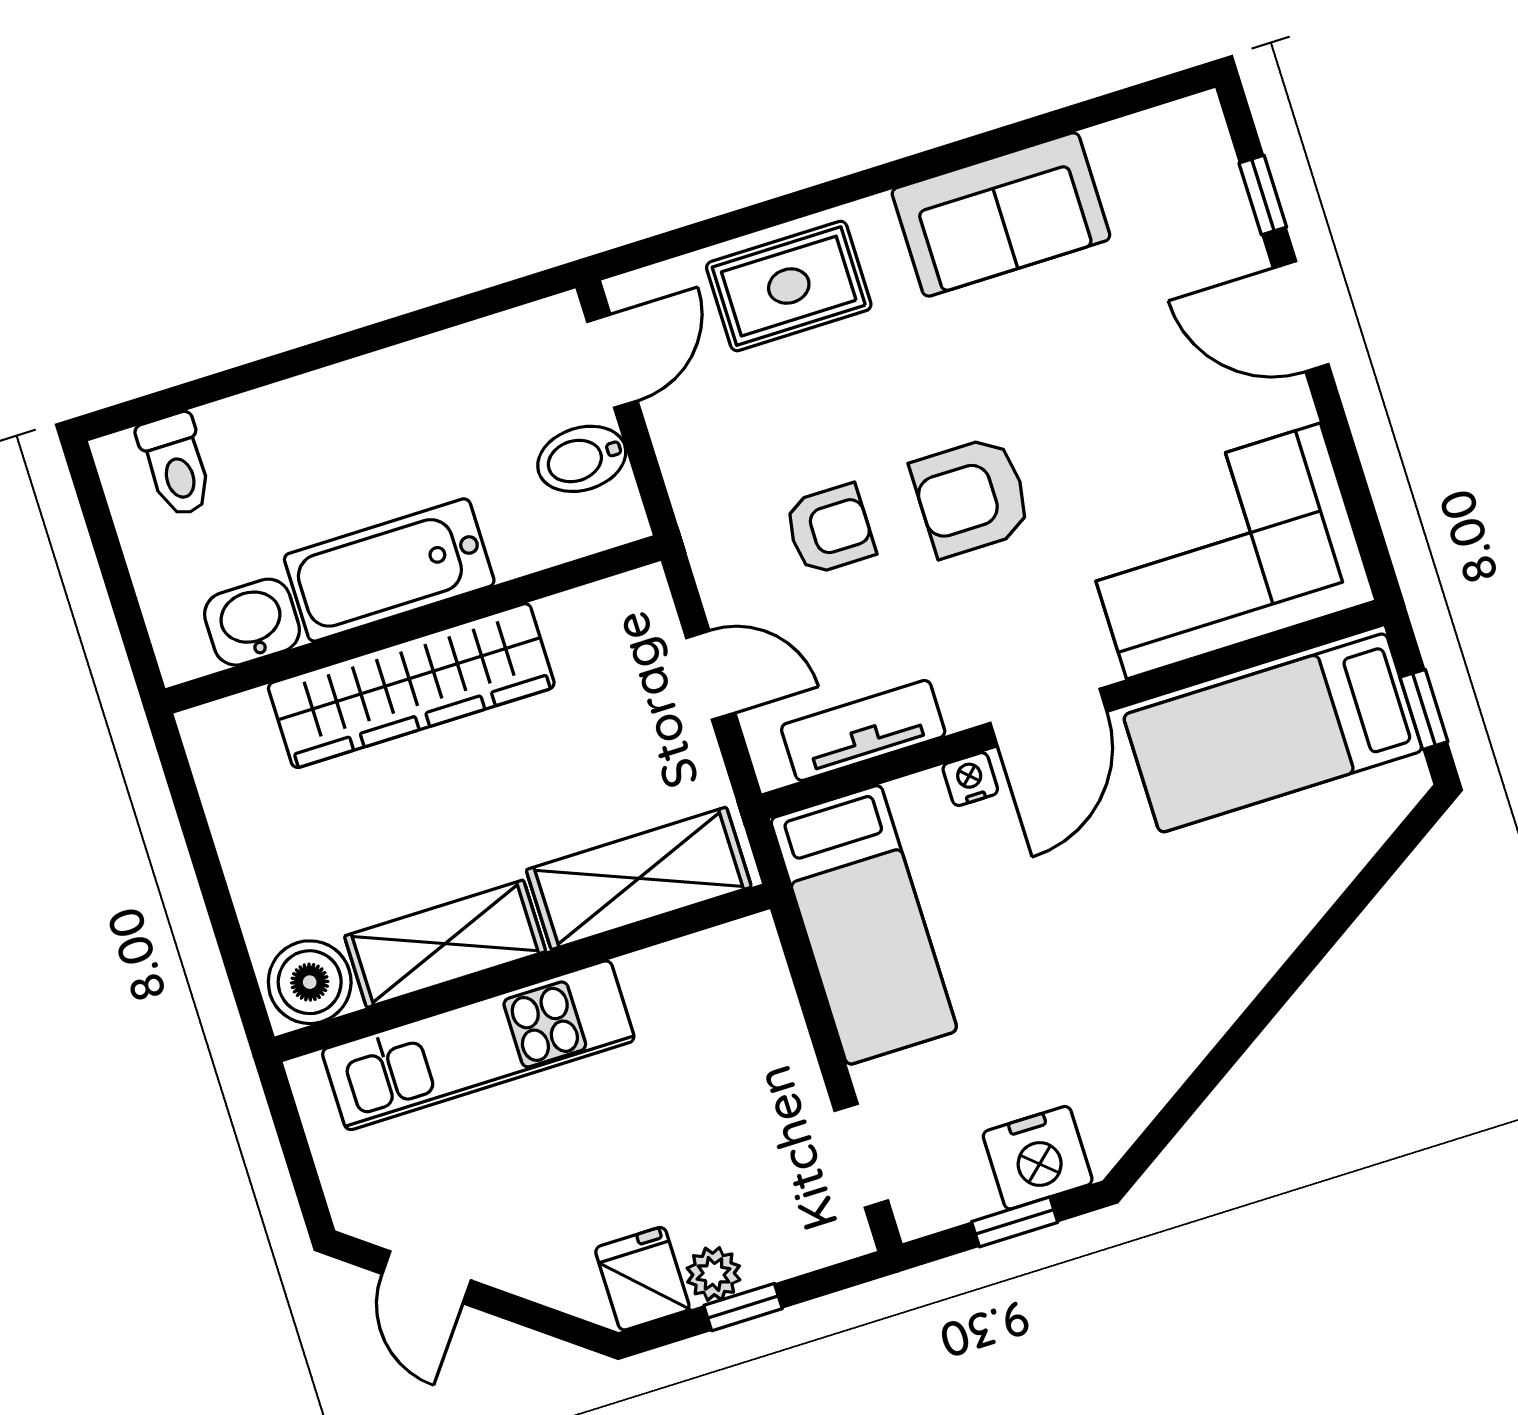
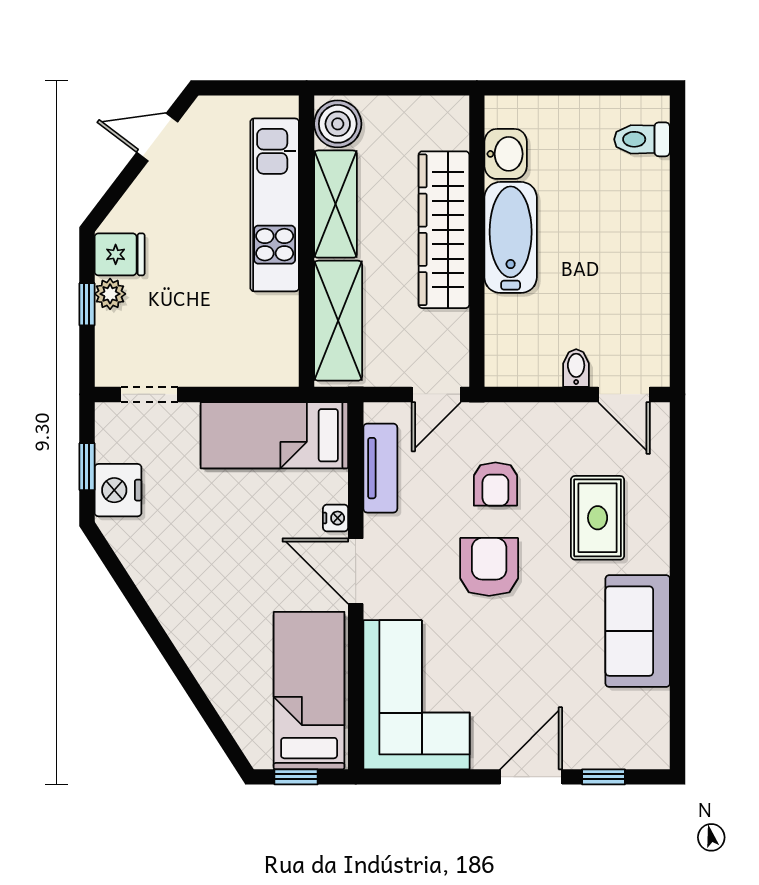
rug: (789, 286) -> (598, 518), moved
bidet: (582, 459) -> (576, 368), width x0.72, depth x0.74
bathtub: (389, 570) -> (511, 237), moved
washbasin: (252, 622) -> (506, 154), moved
wall: (413, 624) -> (477, 241), moved
wardrobe: (411, 686) -> (444, 230), moved

